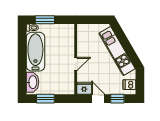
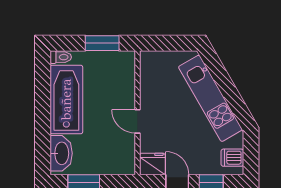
window: (45, 20) -> (102, 43), moved
door: (76, 64) -> (138, 121), swing flipped

